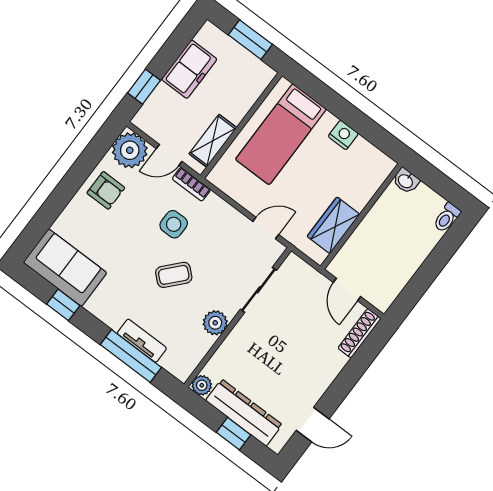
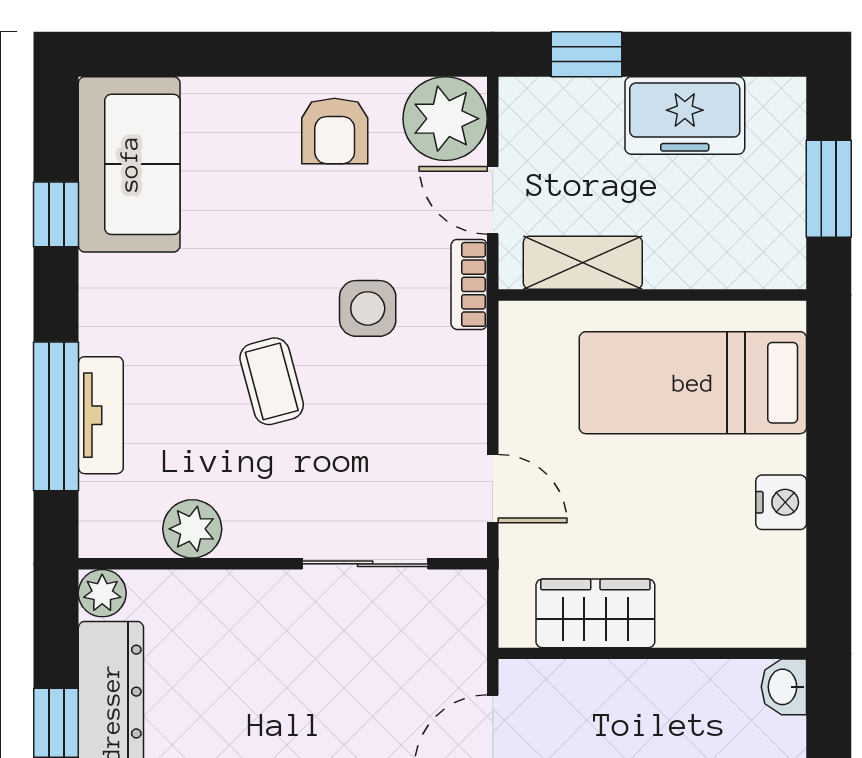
coffee table: (174, 275) -> (272, 381), turned 33
plant: (215, 323) -> (192, 529), moved

